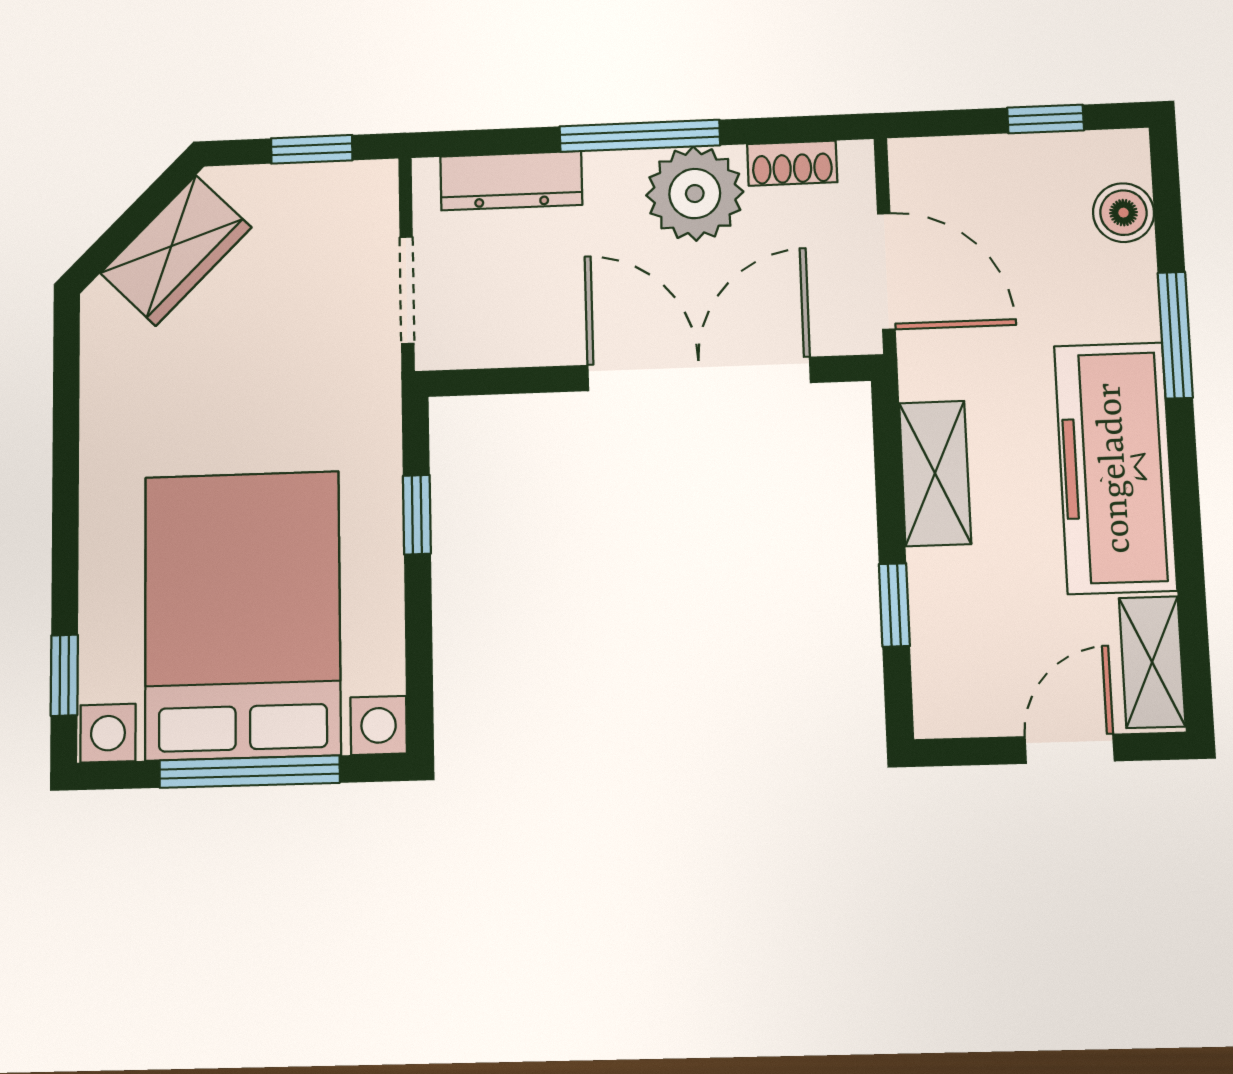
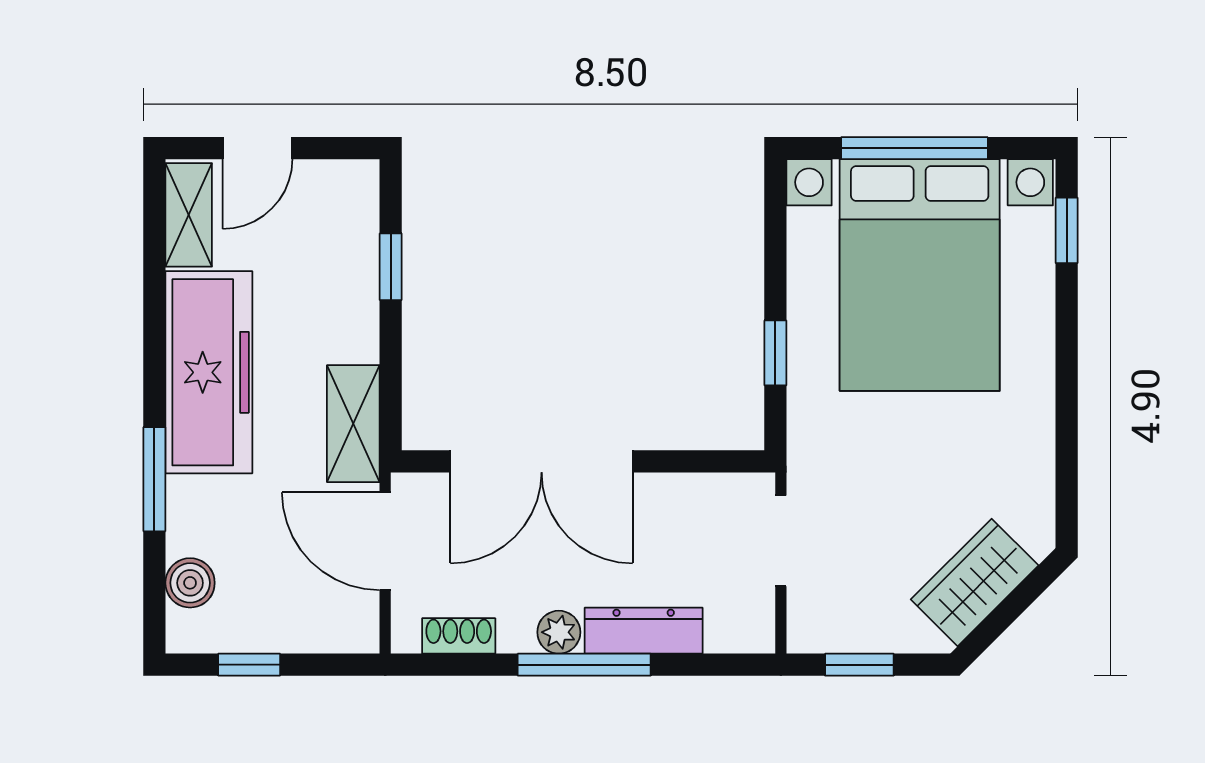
dresser: (511, 181) -> (644, 631), moved
plant: (695, 194) -> (559, 632), width x0.53, depth x0.53
shelving: (935, 473) -> (353, 424), moved

